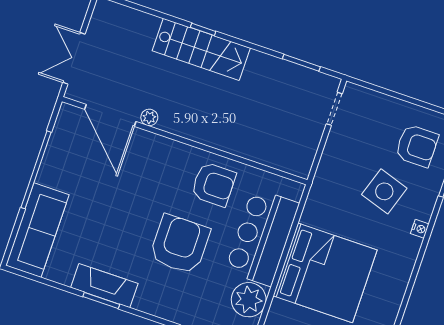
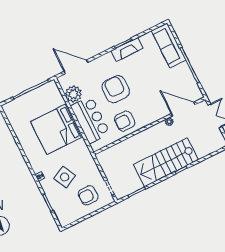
stairs: (201, 49) -> (166, 162), width x1.36, depth x1.51
armchair: (417, 146) -> (88, 195), moved
side table: (384, 191) -> (65, 177), turned 45
armchair: (180, 244) -> (116, 89), turned 180

